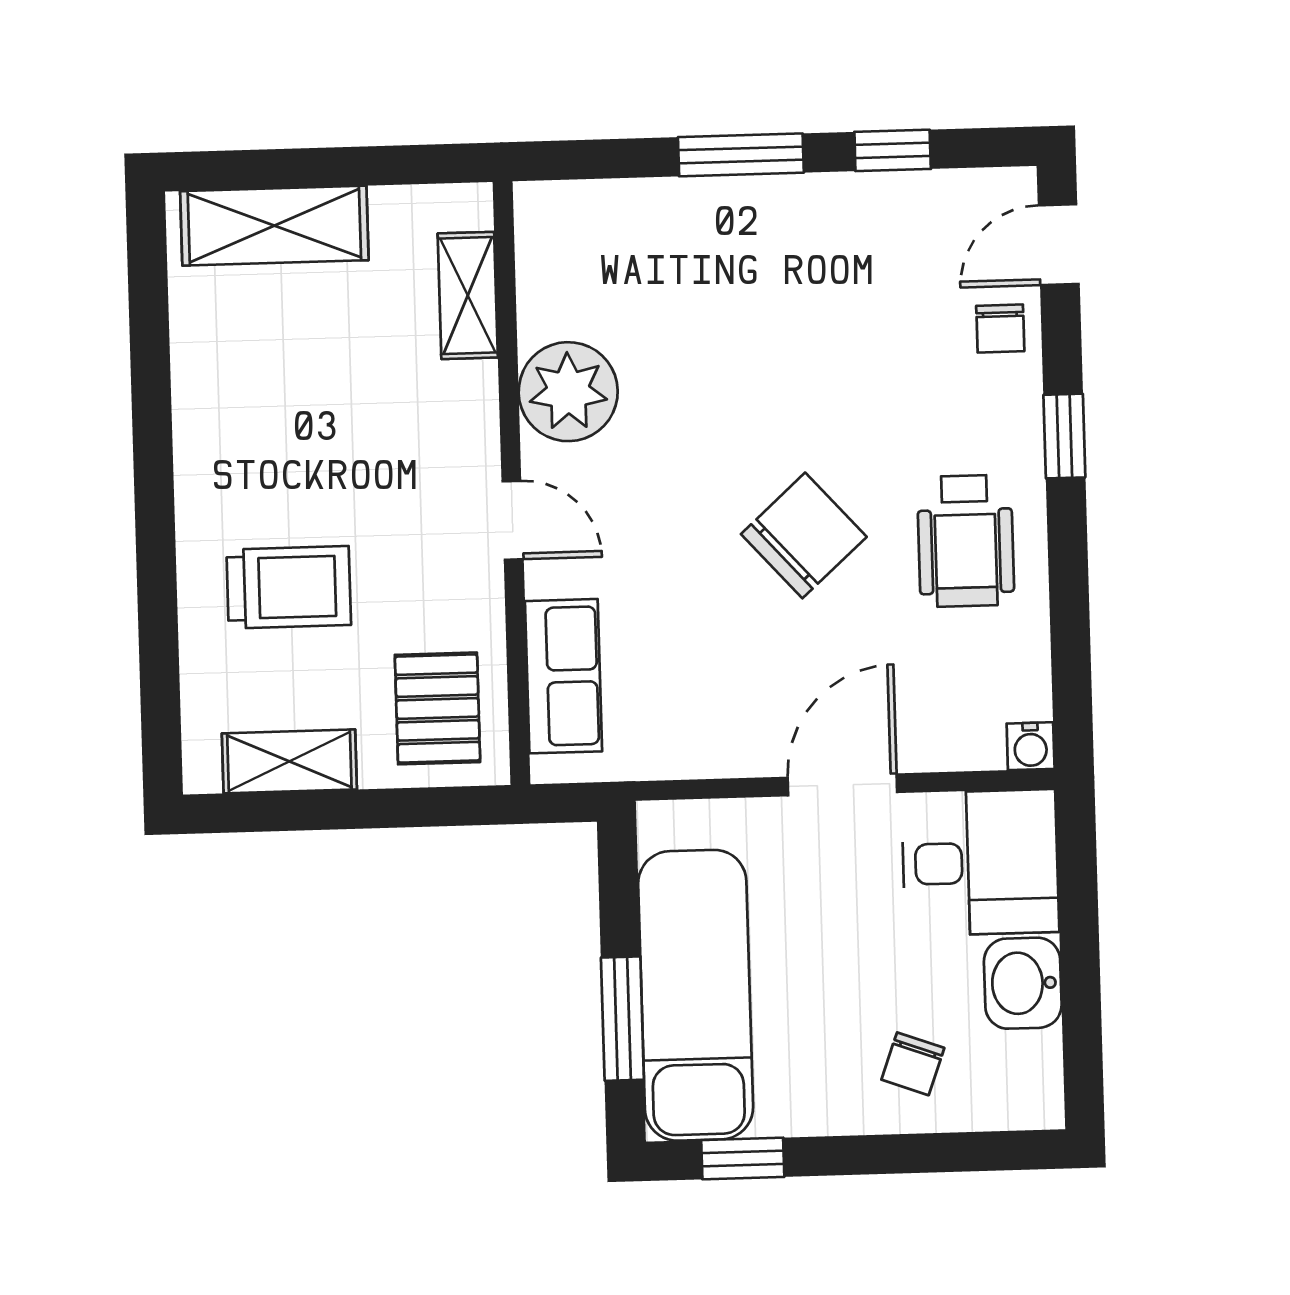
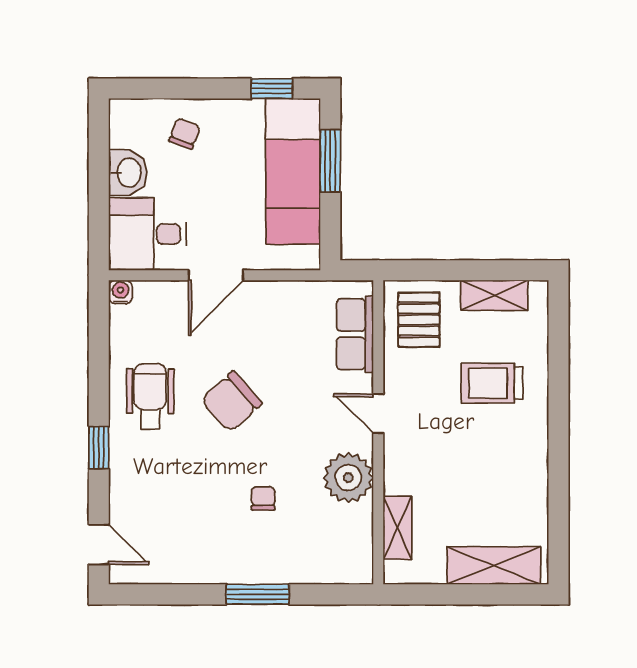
window: (893, 150) -> (181, 594), removed
door: (1059, 245) -> (99, 544), hinge flipped
chair: (1000, 328) -> (263, 499), moved

